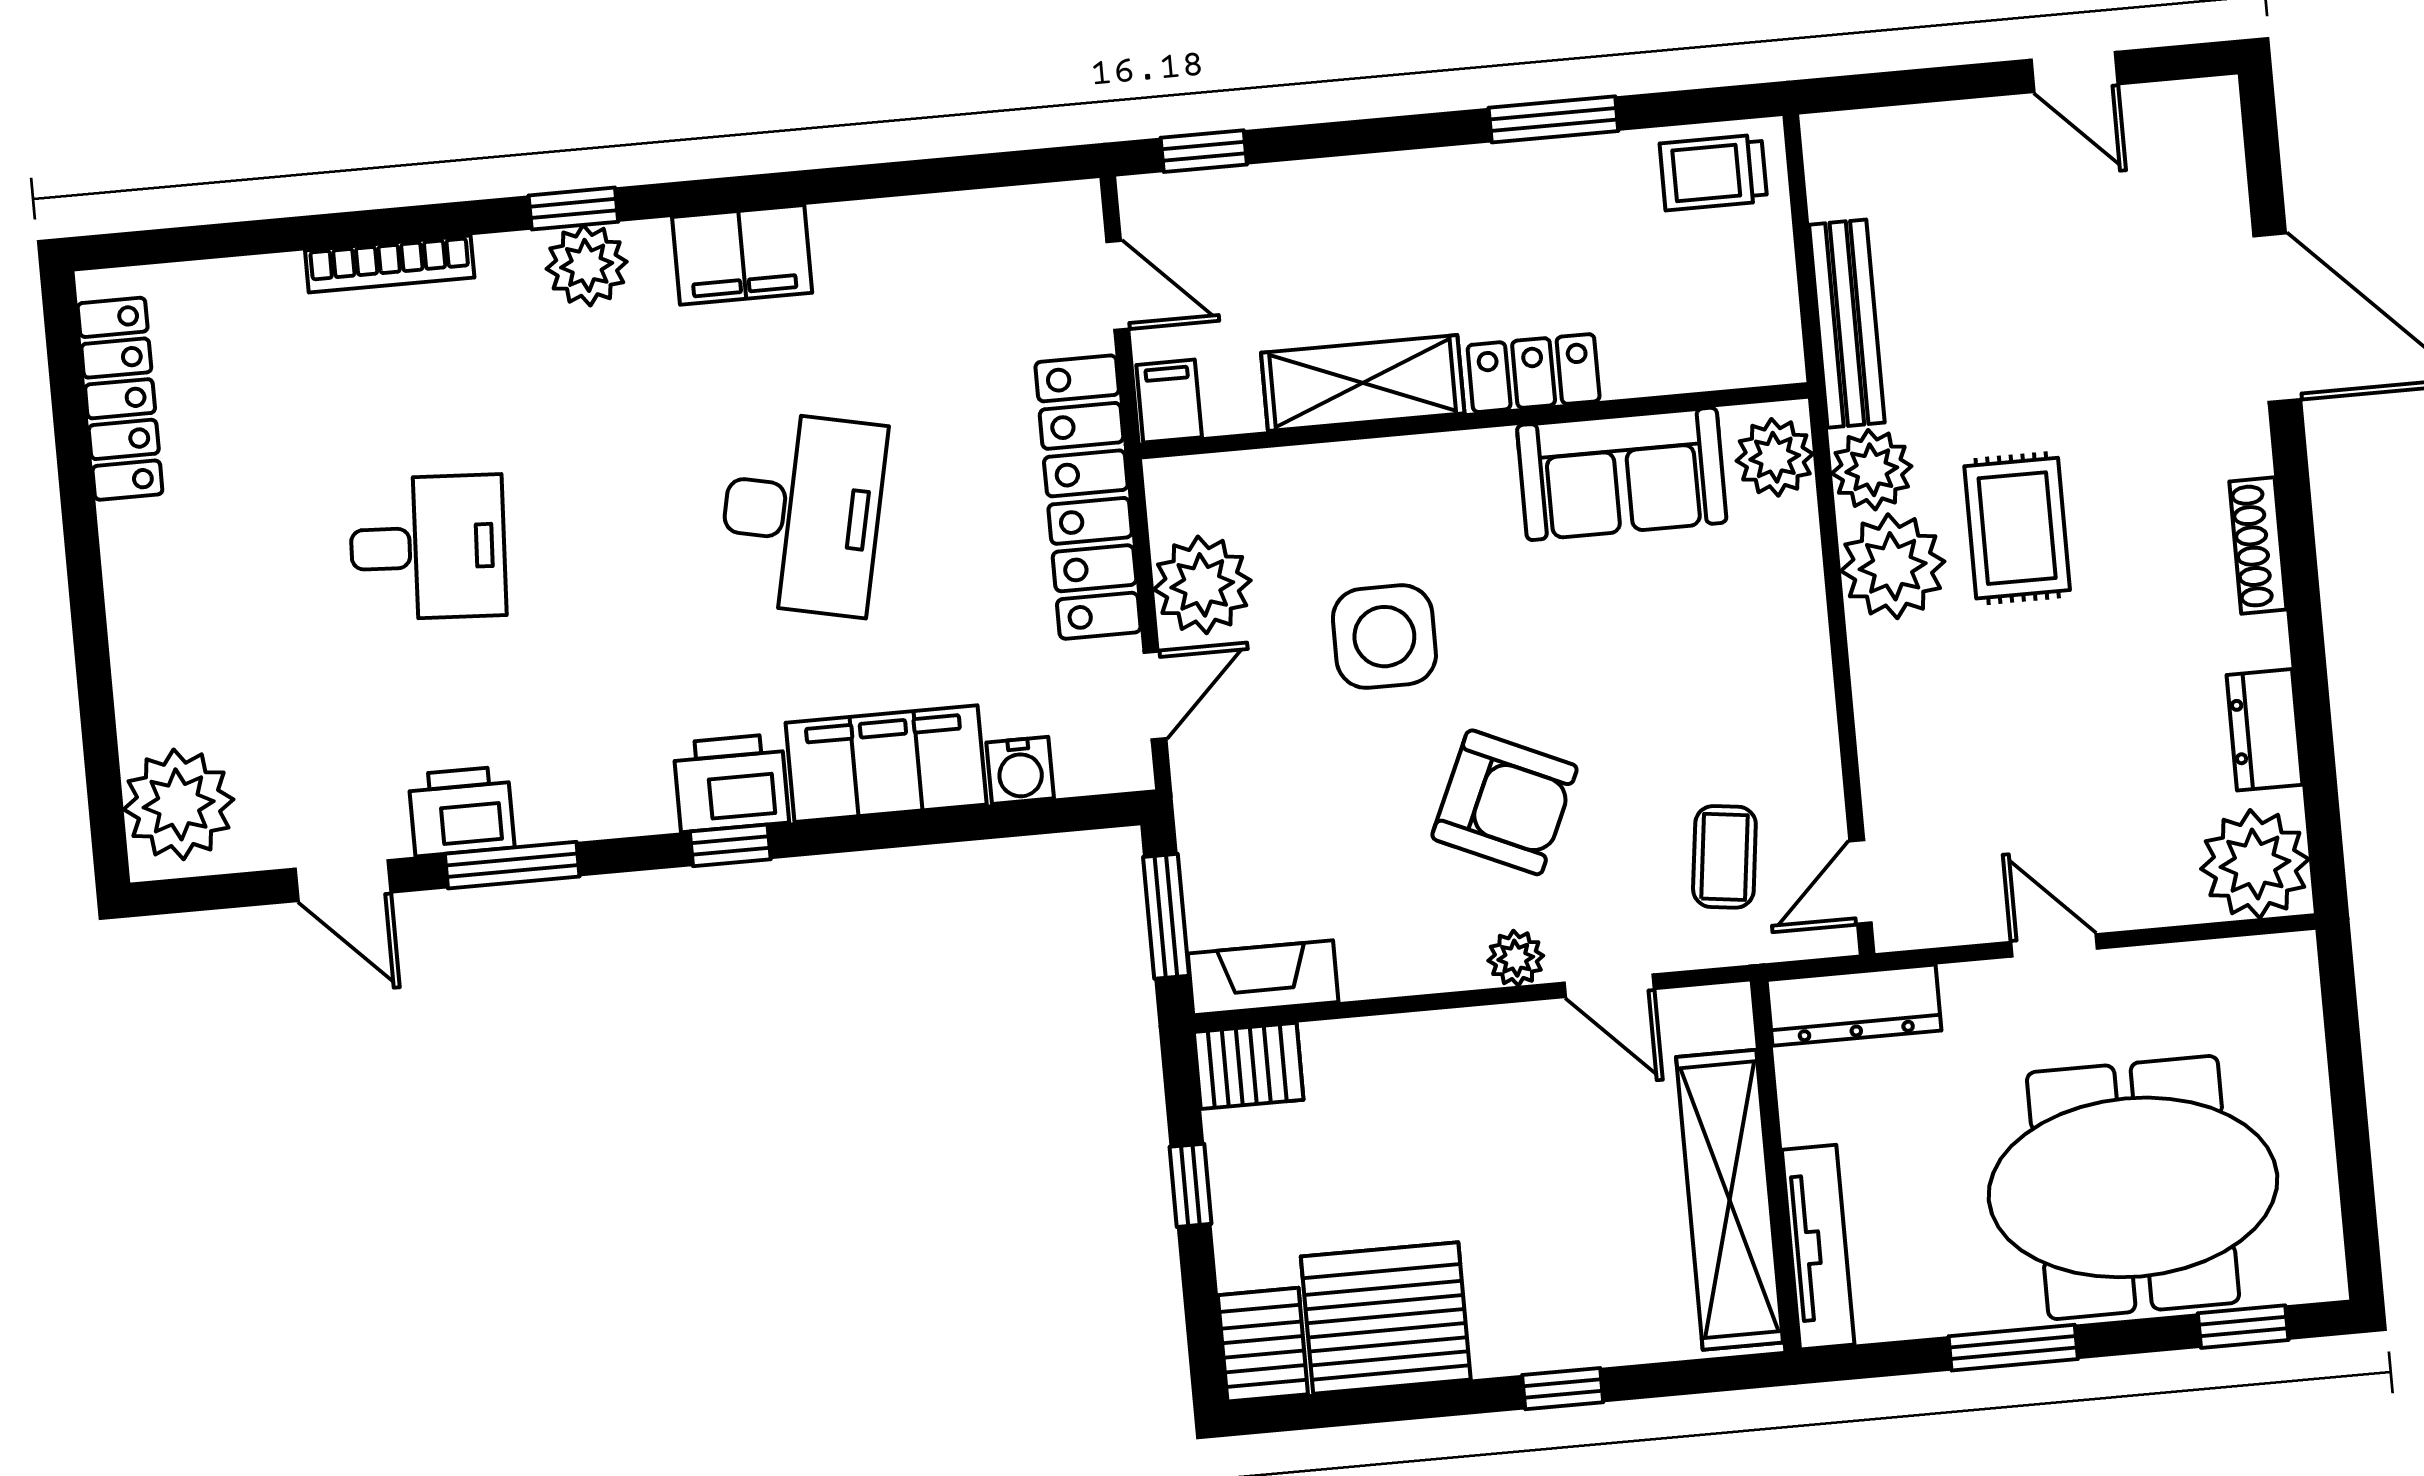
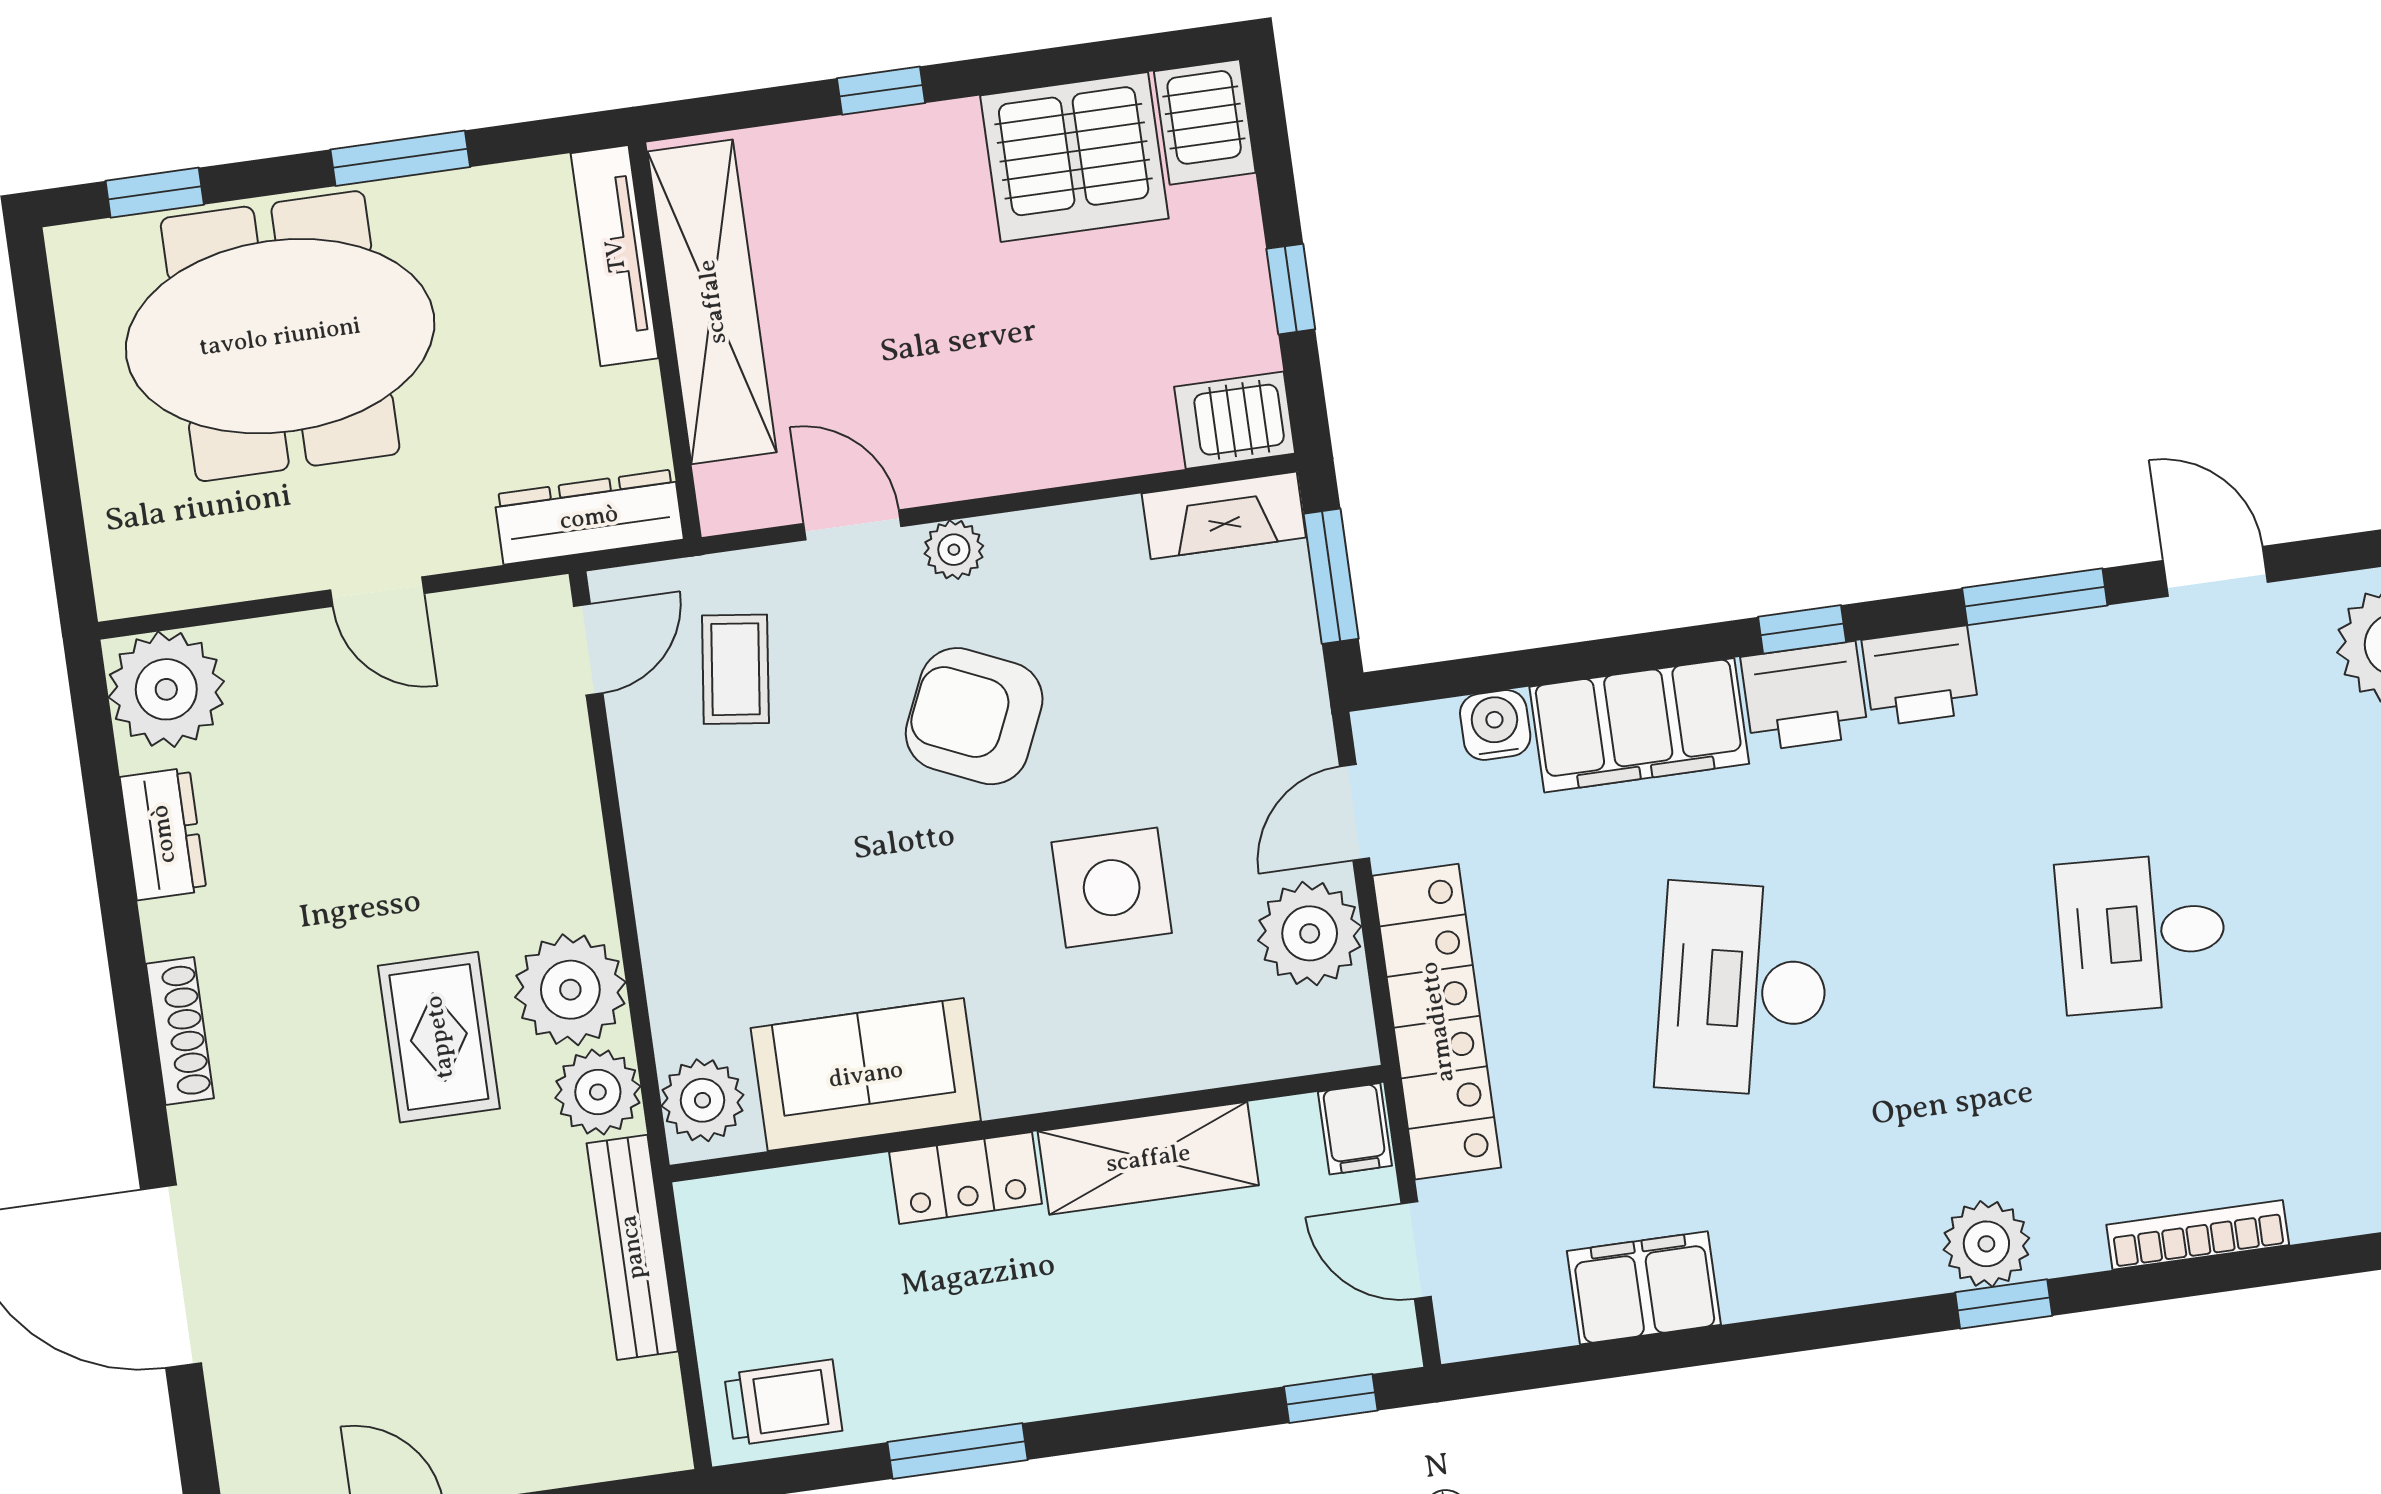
filing cabinet: (742, 255) -> (1644, 1288), moved
printer: (461, 811) -> (1920, 676), moved

